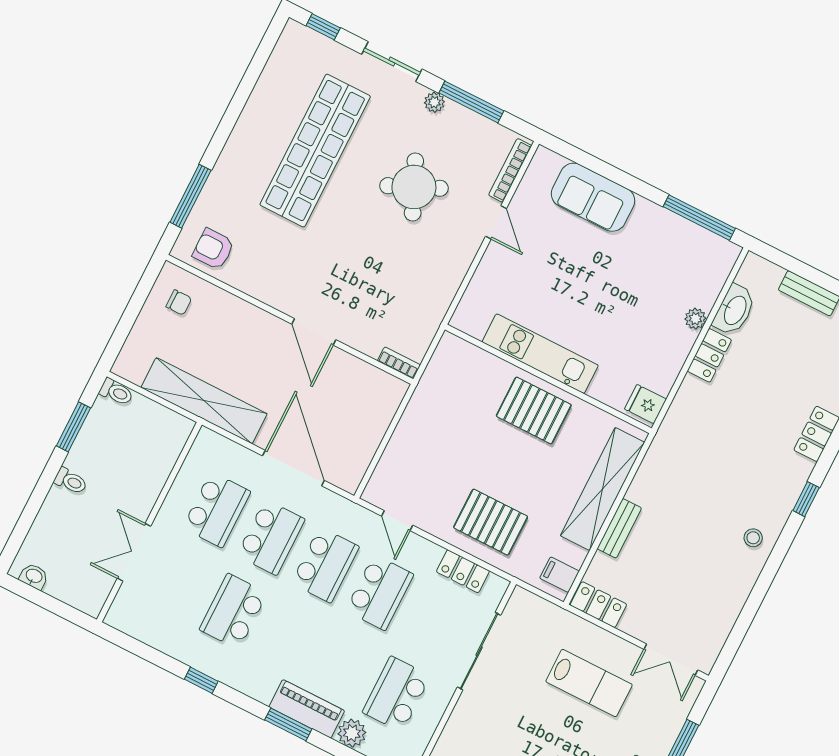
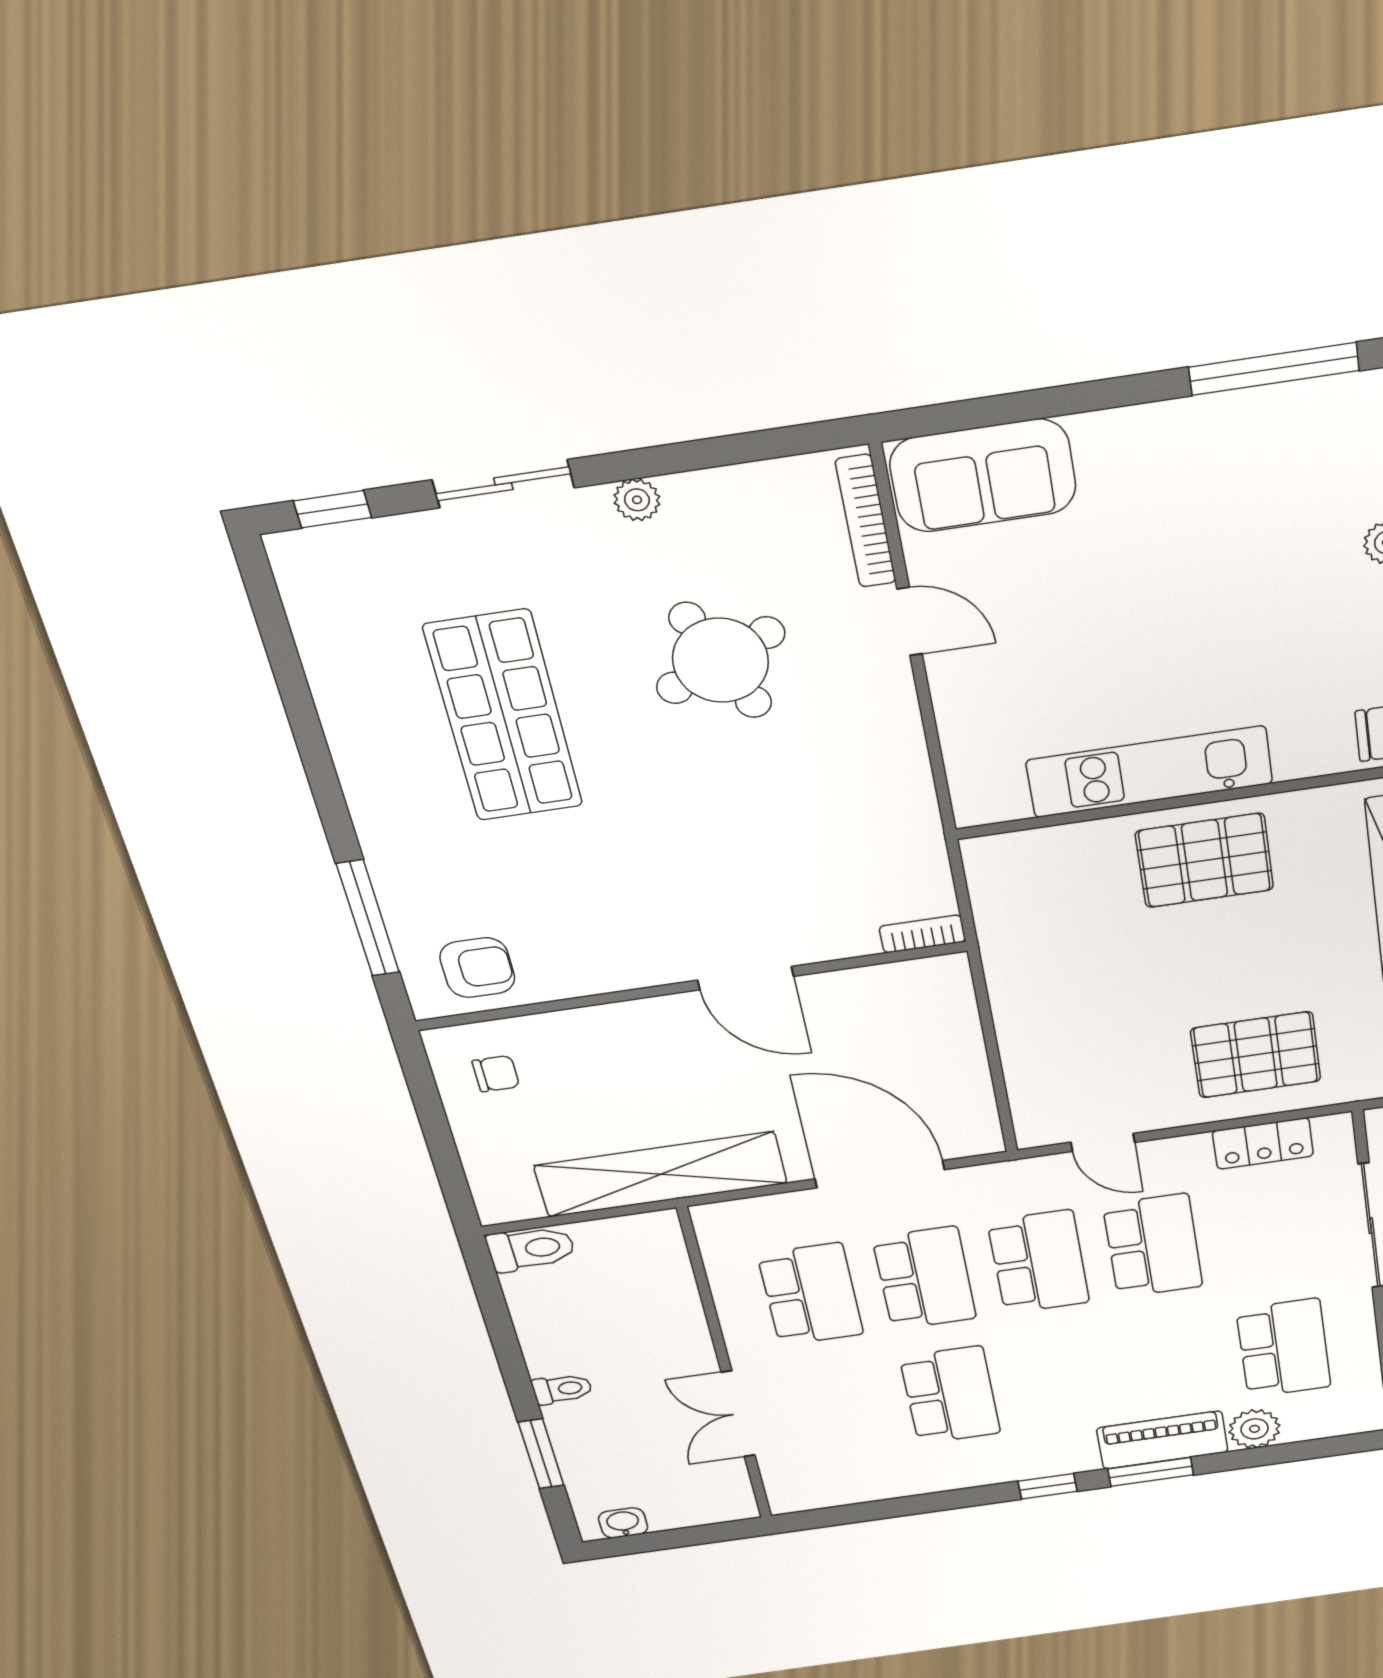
window: (471, 102) -> (702, 454), removed
shop shelf: (315, 151) -> (504, 716), width x0.71
sofa: (593, 197) -> (983, 476), moved
armchair: (213, 249) -> (477, 968), turned 180
toilet: (116, 392) -> (531, 1249), width x1.37, depth x1.39
window: (73, 427) -> (541, 1454), moved
school desk: (233, 611) -> (950, 1395), turned 180
window: (201, 680) -> (1048, 1486), moved
school desk: (396, 694) -> (1284, 1348), turned 180

